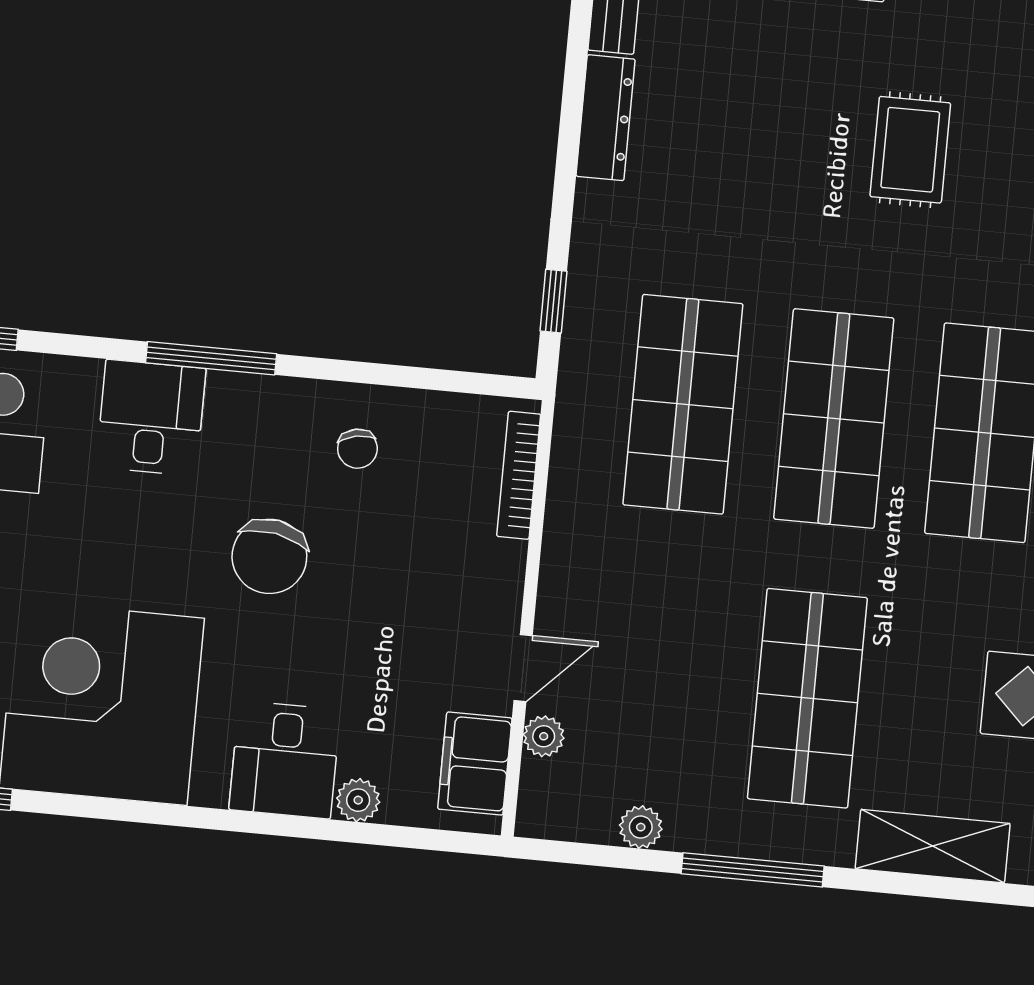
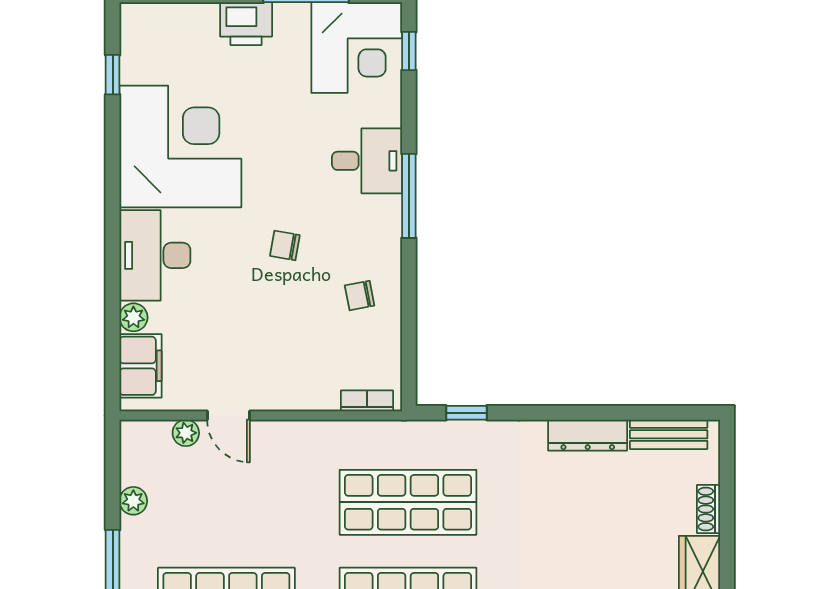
bookcase: (519, 475) -> (367, 401), width x0.64
chair: (269, 556) -> (285, 245), width x0.54, depth x0.54
desk: (285, 760) -> (155, 255), width x1.37
filing cabinet: (475, 764) -> (141, 366), moved, turned 90

